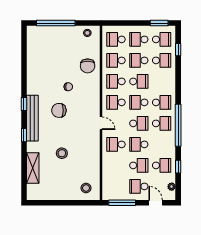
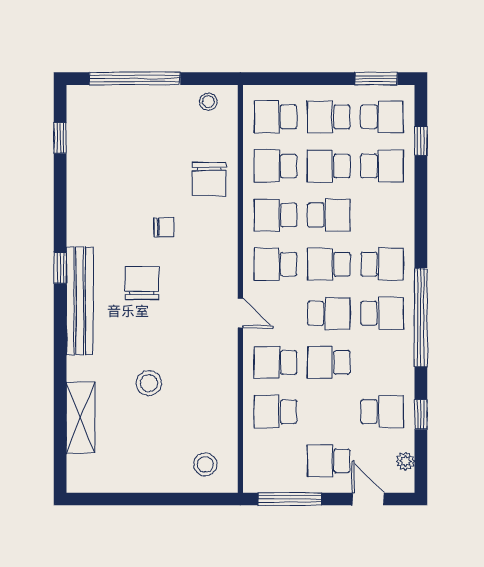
chair: (59, 110) -> (142, 283), turned 90
window: (24, 135) -> (60, 138), moved
school desk: (139, 165) -> (276, 412), moved, turned 180

